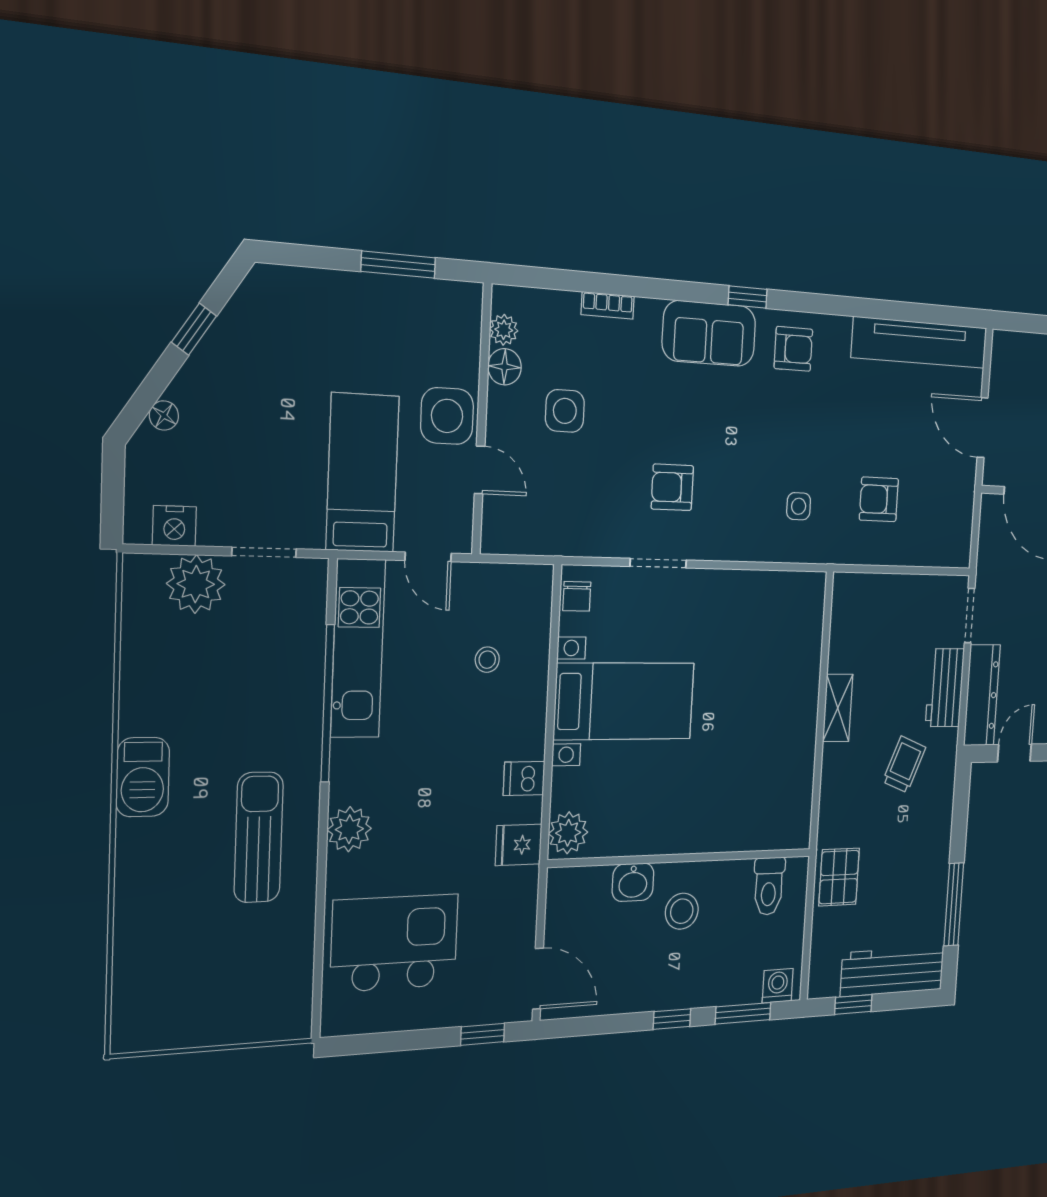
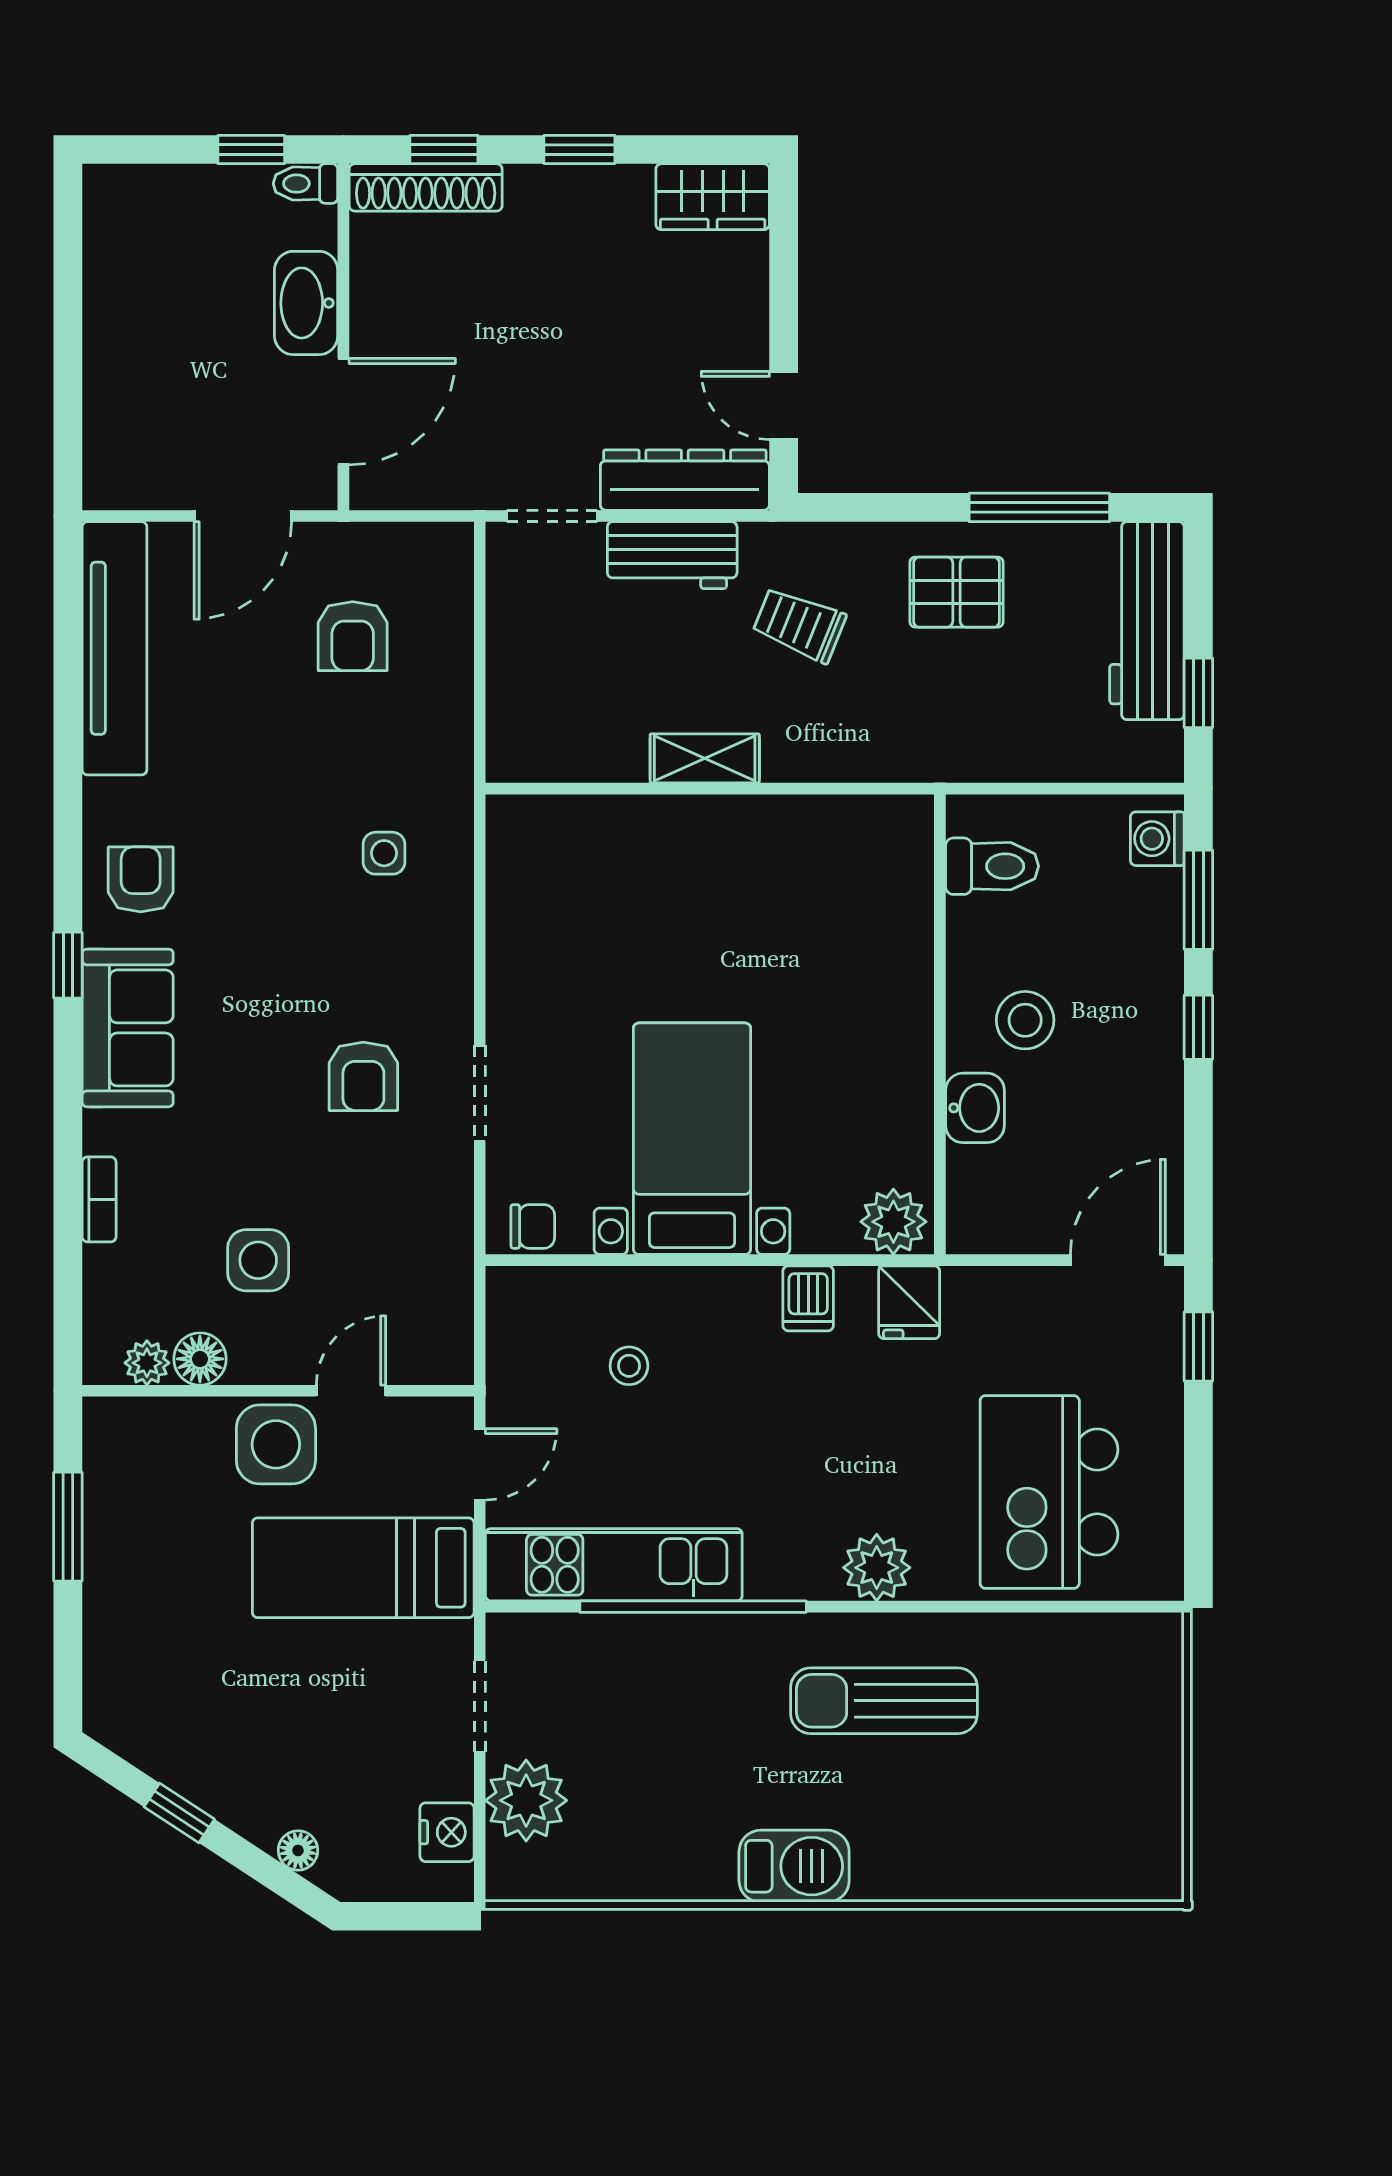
armchair: (879, 499) -> (353, 636), moved
pallet: (839, 877) -> (957, 592), moved

